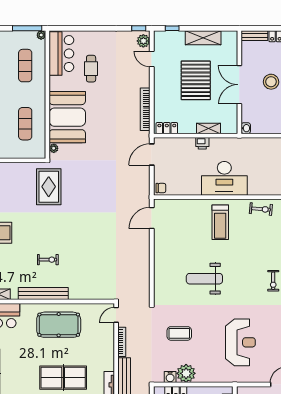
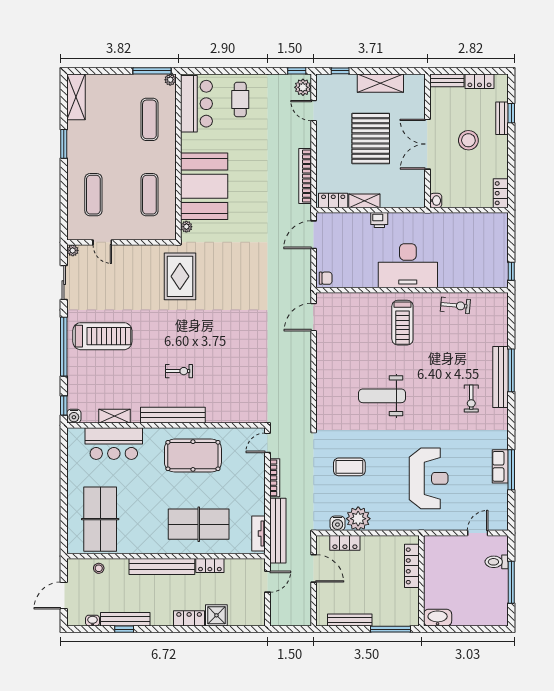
cafe table: (91, 69) -> (240, 100), moved
shelving: (209, 128) -> (364, 201), moved

